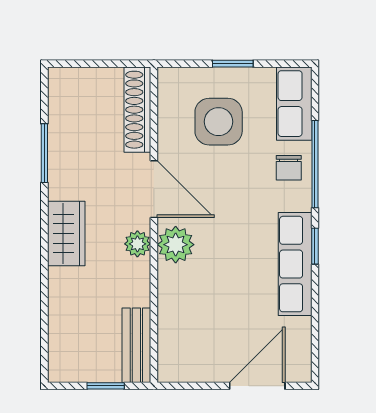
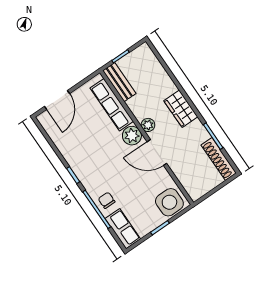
shoe rack: (137, 110) -> (219, 159), moved, turned 180
side table: (219, 122) -> (169, 202), moved
row of seats: (295, 264) -> (112, 105), moved, turned 180

